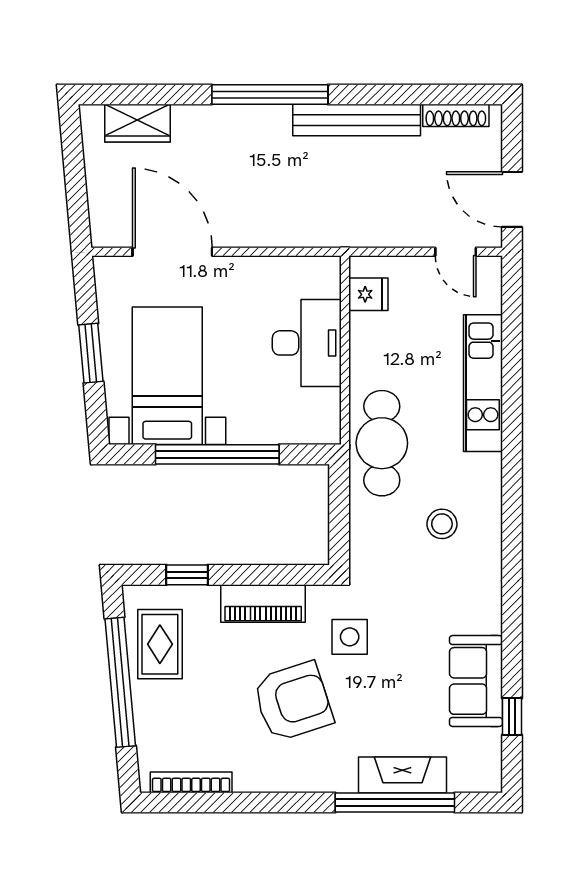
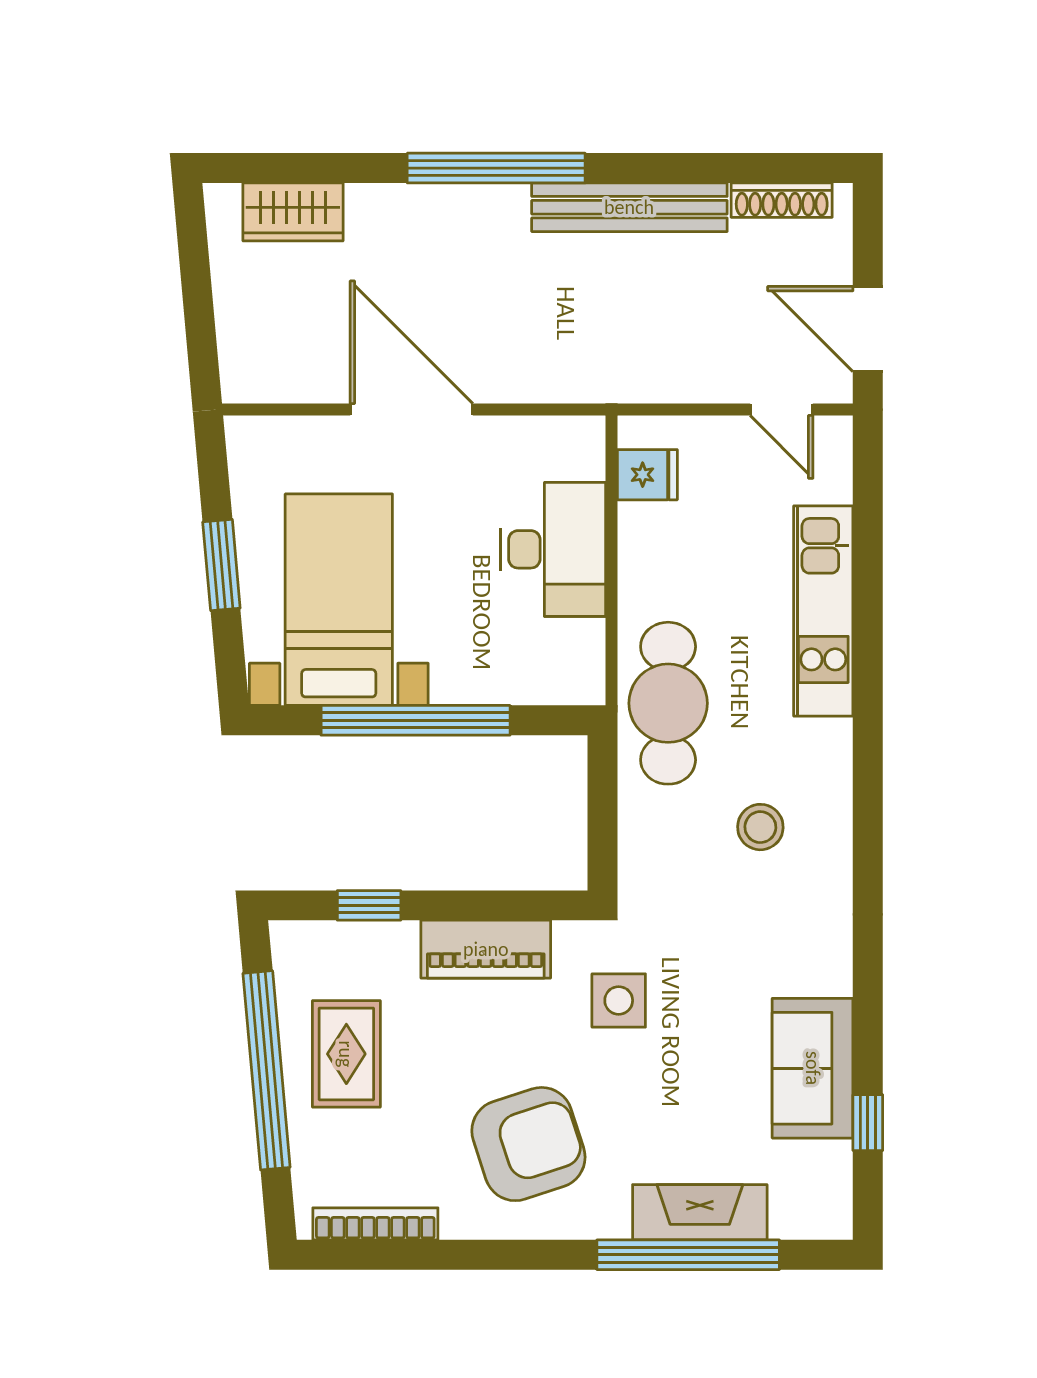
door: (172, 252) -> (411, 410), moved
rug: (160, 644) -> (346, 1054), moved
armchair: (293, 701) -> (528, 1144), moved

